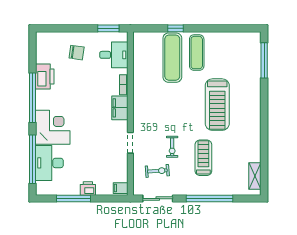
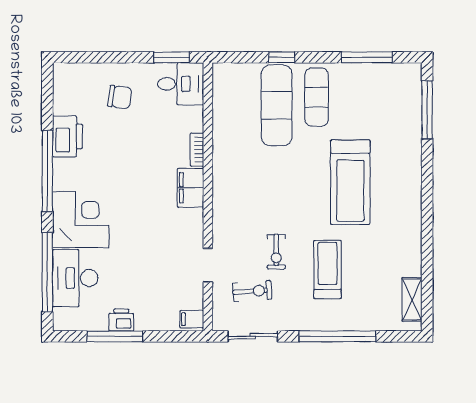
window: (227, 28) -> (367, 57), added
desk: (114, 55) -> (181, 84), moved
doorway: (130, 143) -> (208, 265), moved
printer: (88, 189) -> (121, 320), moved

